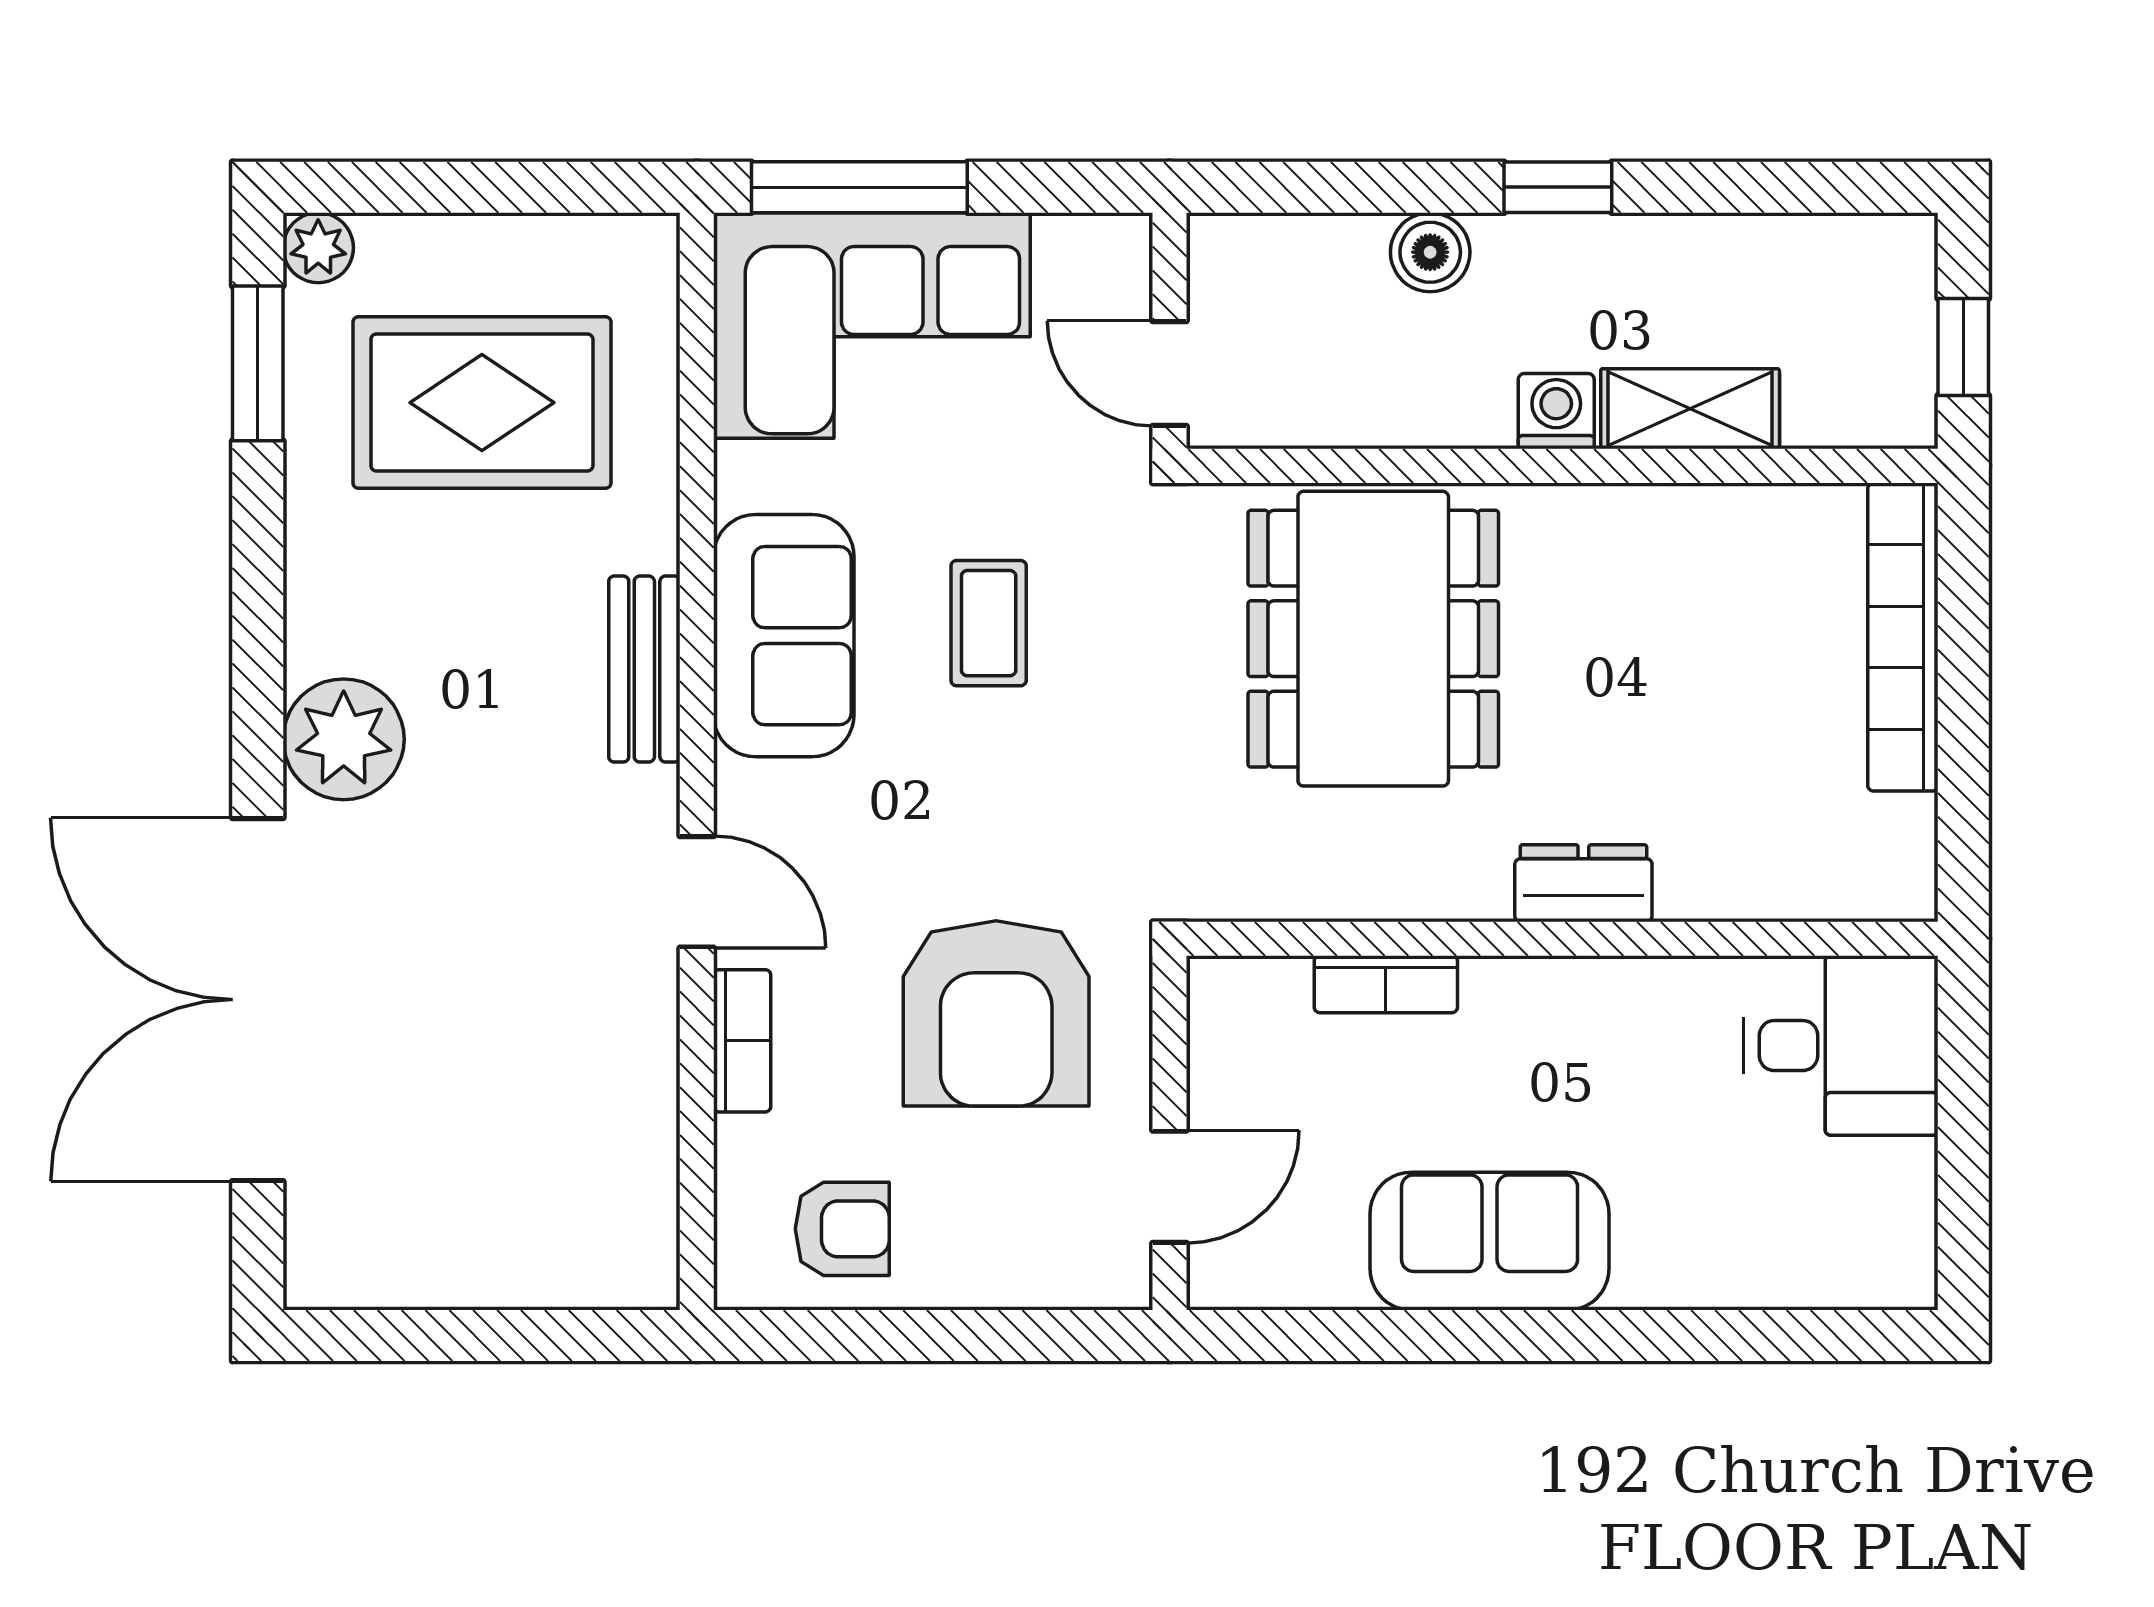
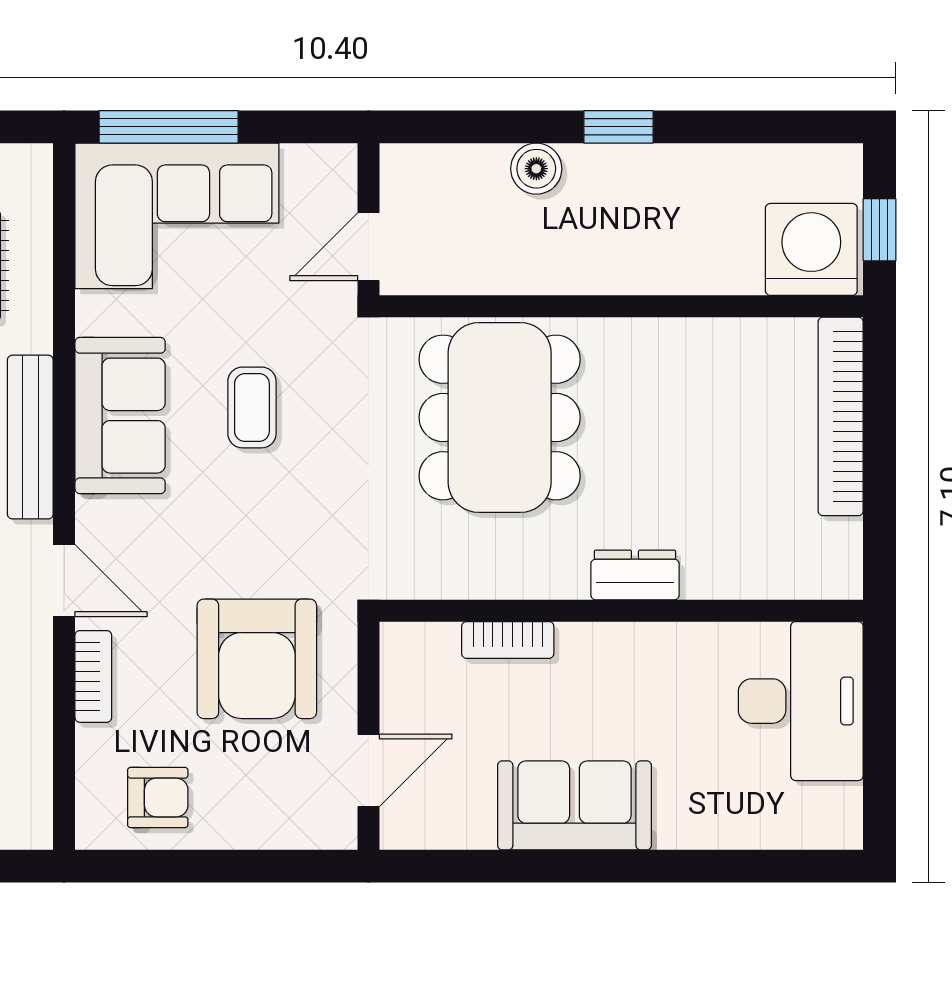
door: (1170, 373) -> (369, 247), hinge flipped
shelving: (1690, 409) -> (704, 269), removed
washing machine: (1556, 411) -> (811, 249), moved, width x1.89, depth x1.89
bench: (644, 669) -> (30, 437), width x1.36
desk: (1841, 1046) -> (801, 701), width x1.37

